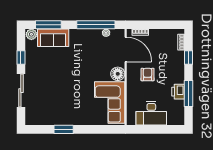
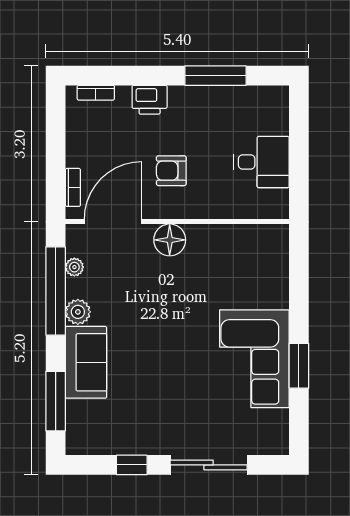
plant: (31, 34) -> (78, 312), moved
sofa: (53, 38) -> (86, 362), moved
window: (188, 58) -> (132, 76), removed
printer: (178, 92) -> (150, 100), moved
corner sofa: (110, 103) -> (254, 359), moved, turned 90
desk: (151, 113) -> (262, 162), width x0.73

